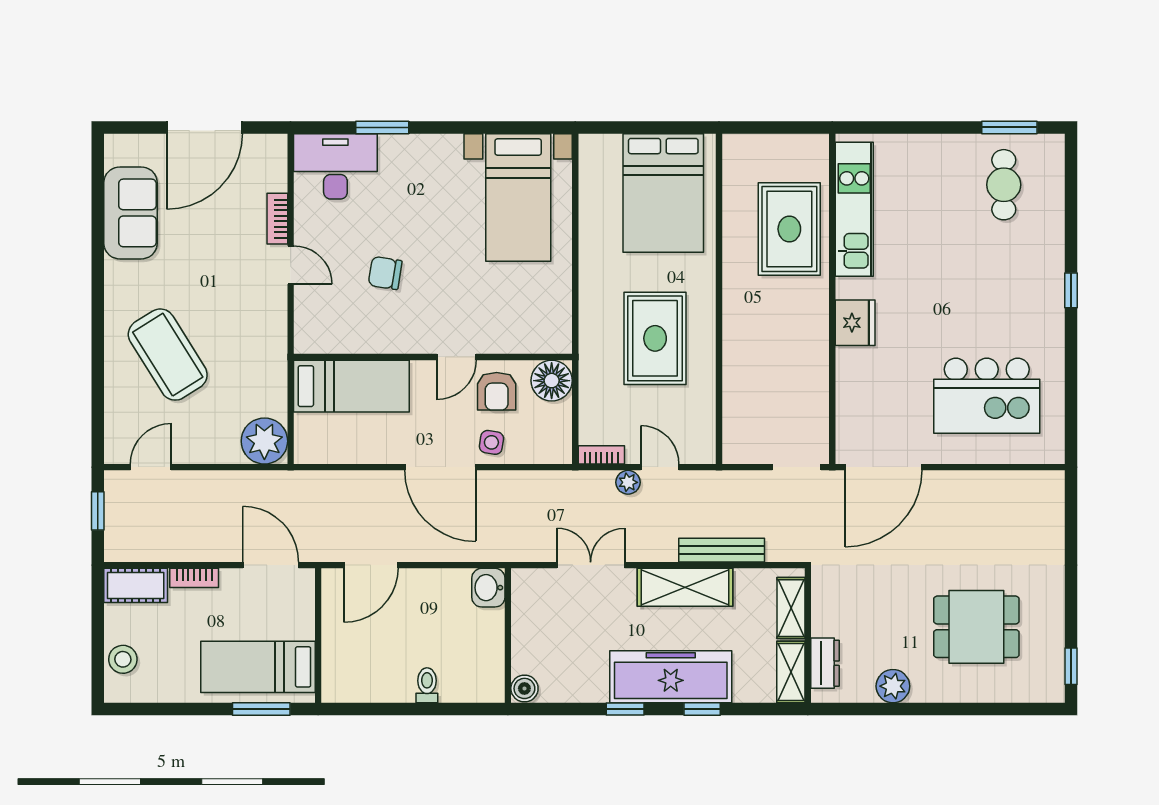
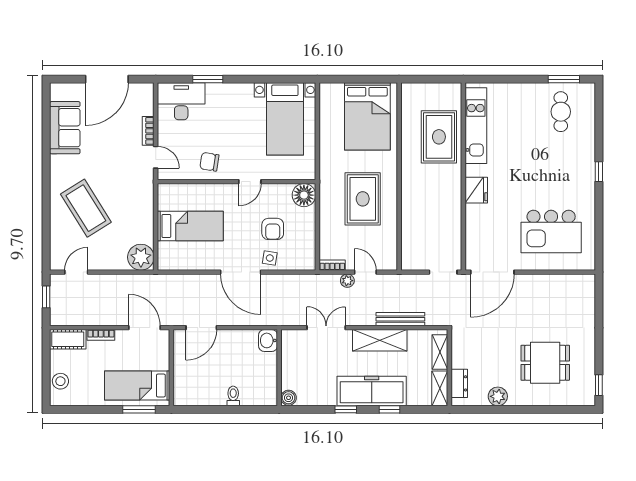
wall: (433, 357) -> (237, 182), moved
door: (456, 357) -> (250, 182), moved
floor lamp: (552, 381) -> (304, 195), moved

